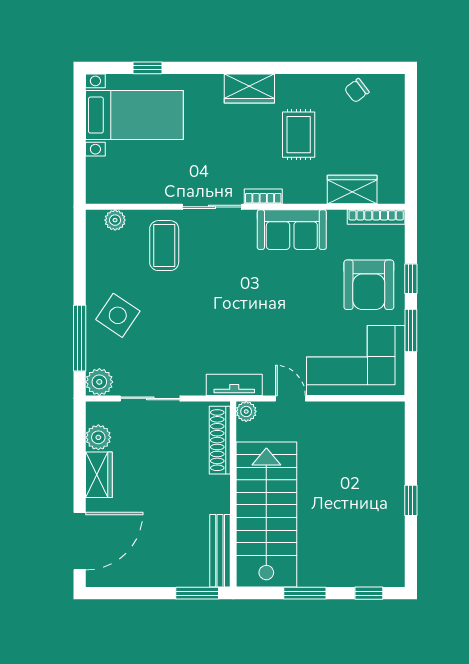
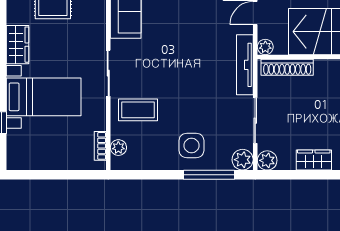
bed with nightstands: (134, 115) -> (44, 97), moved, turned 90
bookcase: (263, 196) -> (100, 146), moved
side table: (118, 315) -> (191, 145), turned -34
tv unit: (234, 385) -> (245, 65), width x1.41
plant: (98, 437) -> (267, 160), moved

